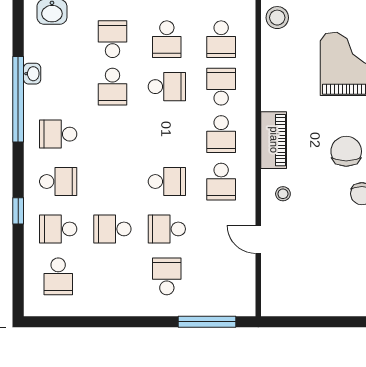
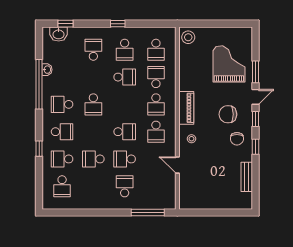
school desk: (112, 87) -> (93, 104), moved
chair: (346, 151) -> (228, 114), turned -90

